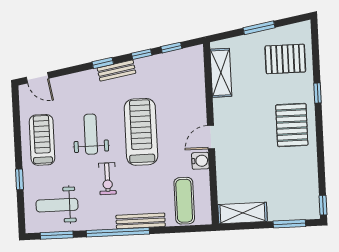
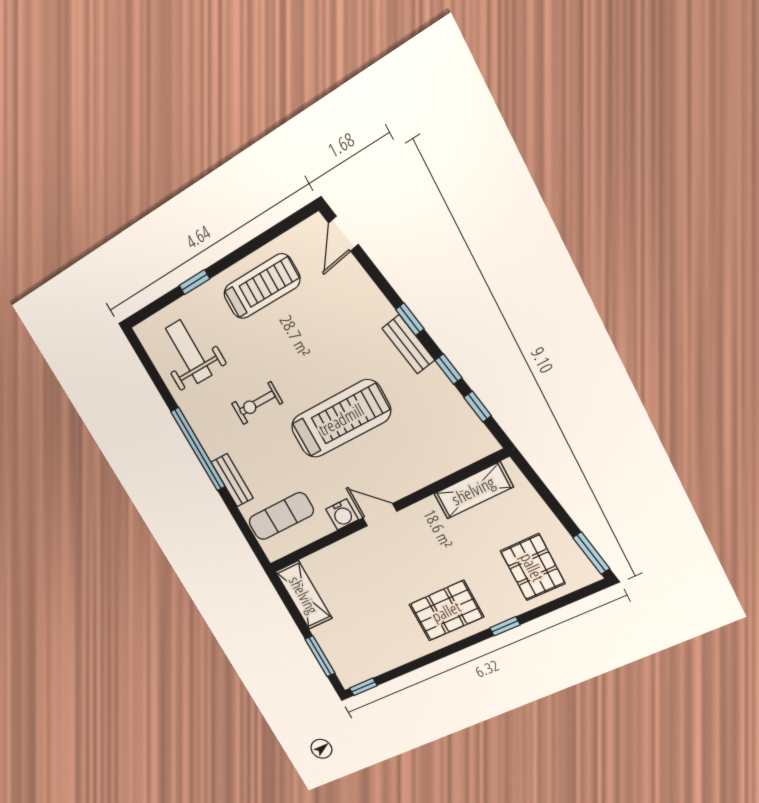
window: (259, 28) -> (591, 553), moved
weight bench: (91, 134) -> (304, 351), removed
bench: (141, 221) -> (232, 480), width x0.73
window: (57, 235) -> (152, 371), removed

